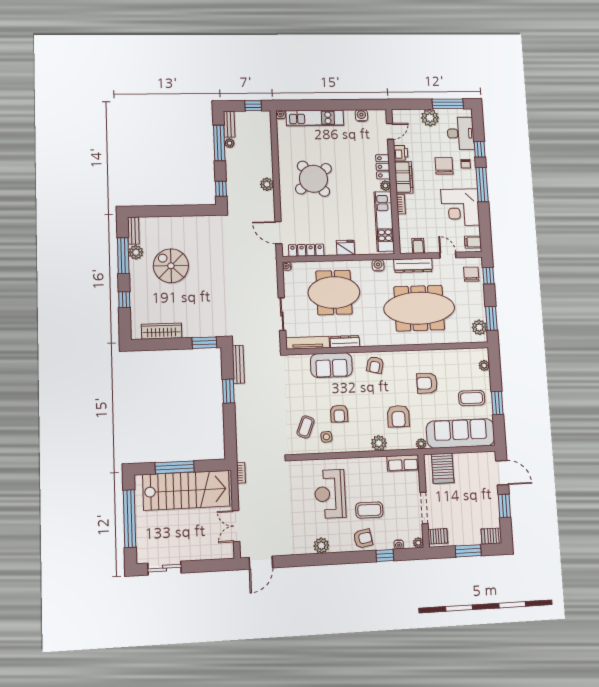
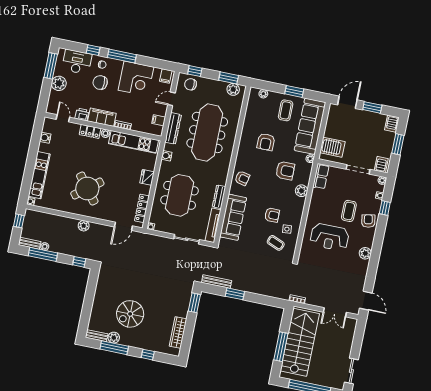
sofa: (331, 365) -> (233, 217), width x1.36

